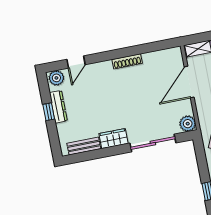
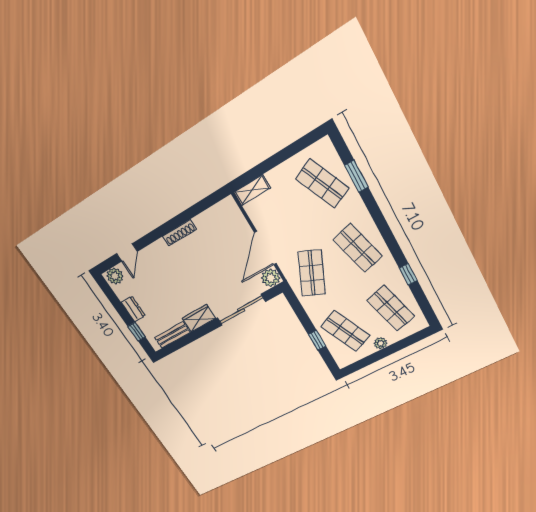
door: (189, 82) -> (265, 248), moved
dresser: (58, 107) -> (133, 309), width x0.70
window: (49, 112) -> (137, 332), moved

